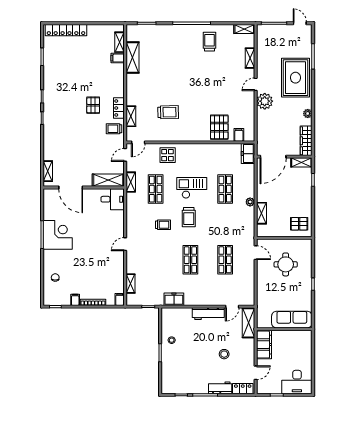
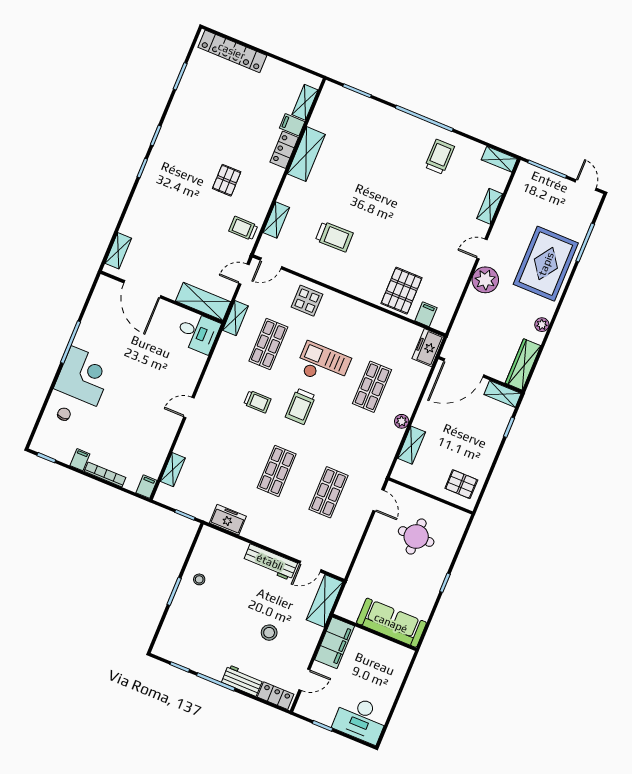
shelving: (133, 57) -> (306, 154), moved
locker: (119, 108) -> (284, 150), moved
corner desk: (58, 235) -> (84, 376), moved

